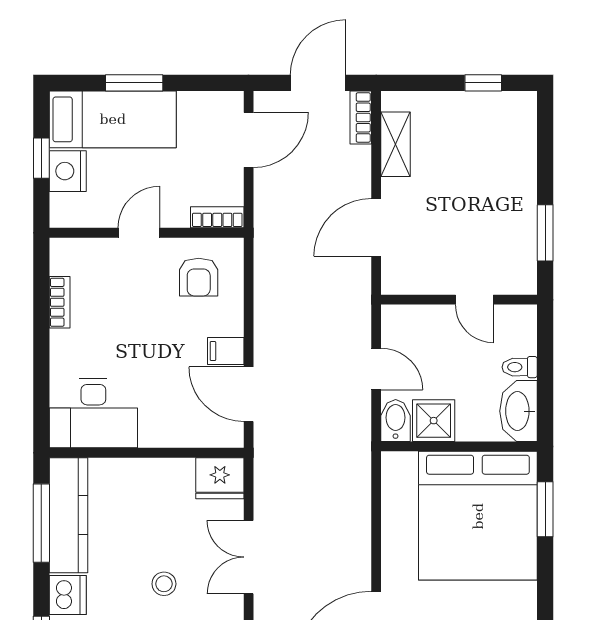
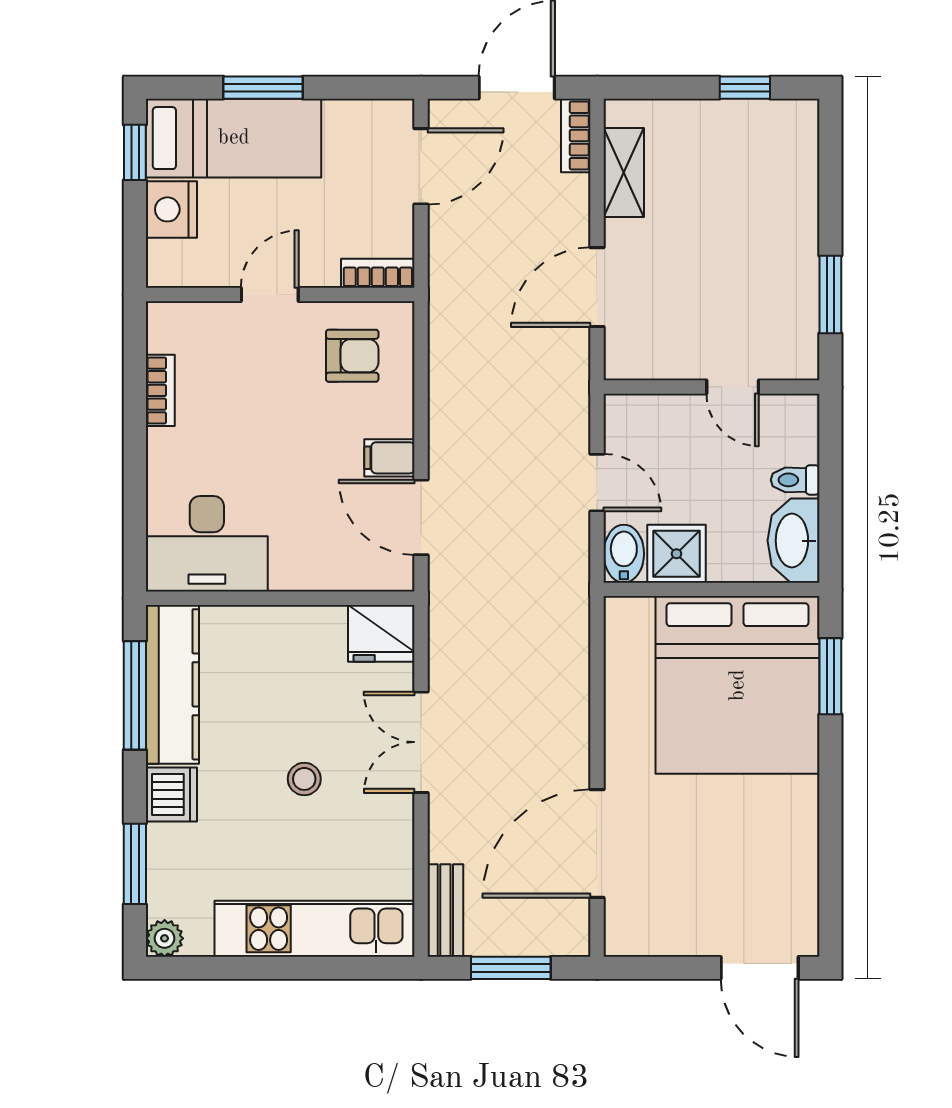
window: (41, 158) -> (135, 152), moved
armchair: (199, 277) -> (352, 356), turned -90

